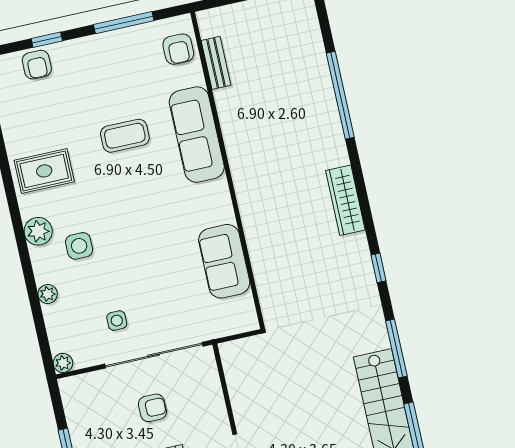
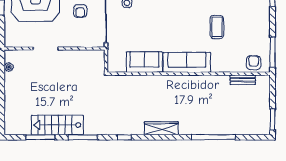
window: (124, 23) -> (273, 52), moved
armchair: (178, 49) -> (254, 63), turned 90
sofa: (197, 135) -> (187, 62), moved

